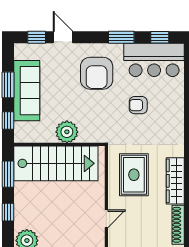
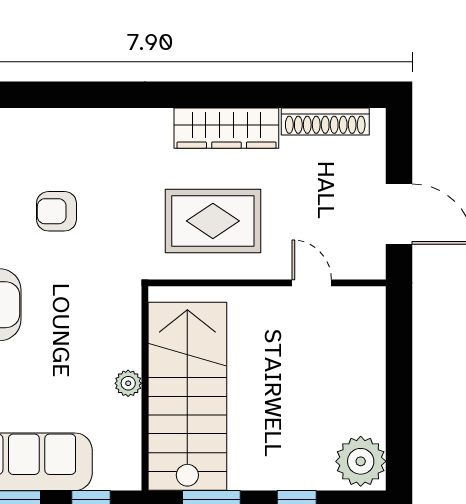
armchair: (138, 105) -> (56, 211), turned 90
plant: (67, 132) -> (128, 383), width x0.53, depth x0.53

